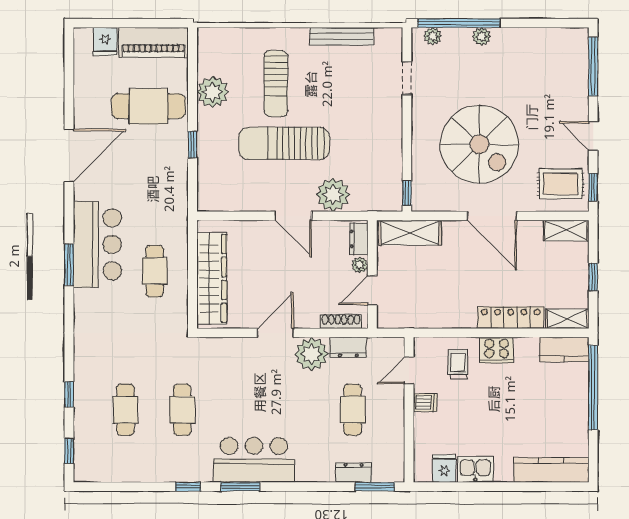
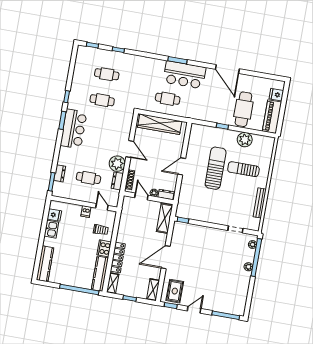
spiral stairs: (479, 144) -> (199, 257), removed
plant: (333, 195) -> (188, 186), removed
kitchen counter: (564, 349) -> (100, 274), width x1.50

